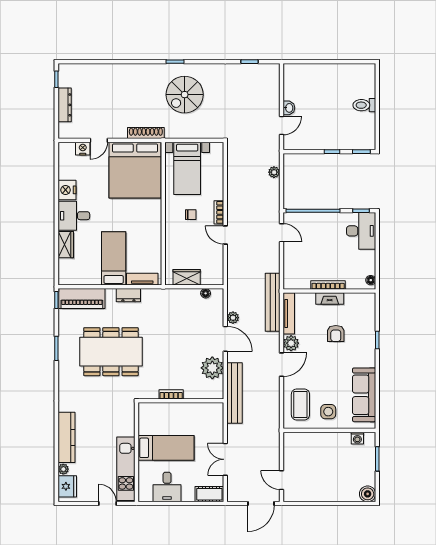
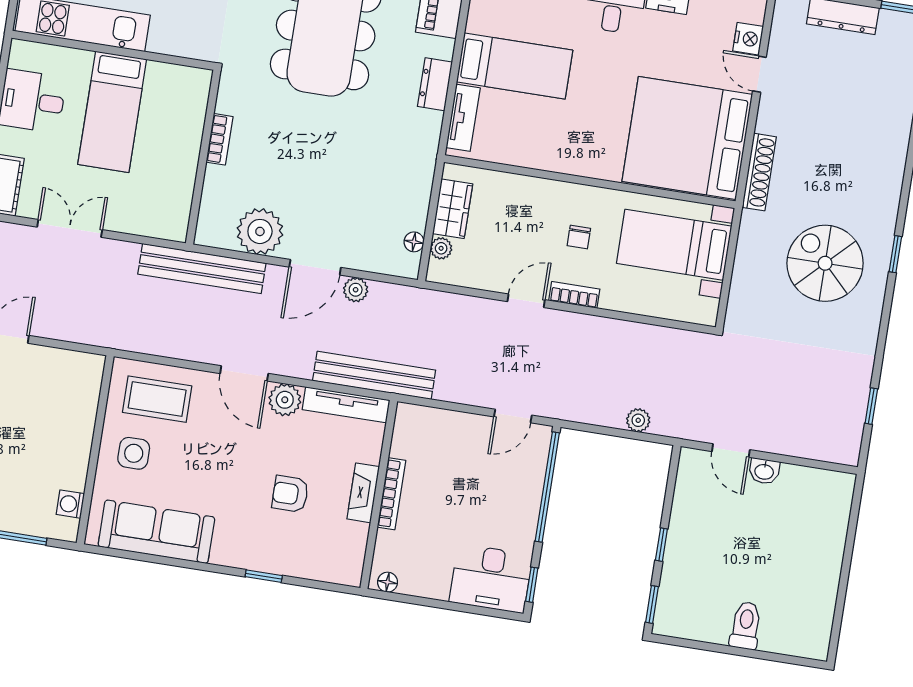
plant: (207, 280) -> (441, 248), added

